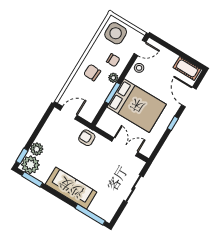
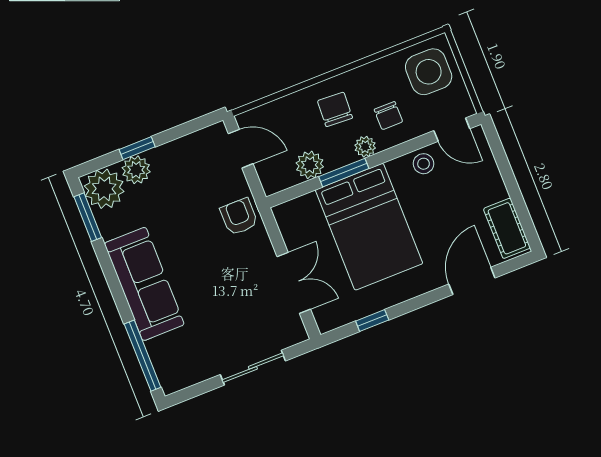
plant: (98, 100) -> (310, 165), added
window: (173, 123) -> (372, 320), moved
window: (22, 156) -> (137, 148), moved

